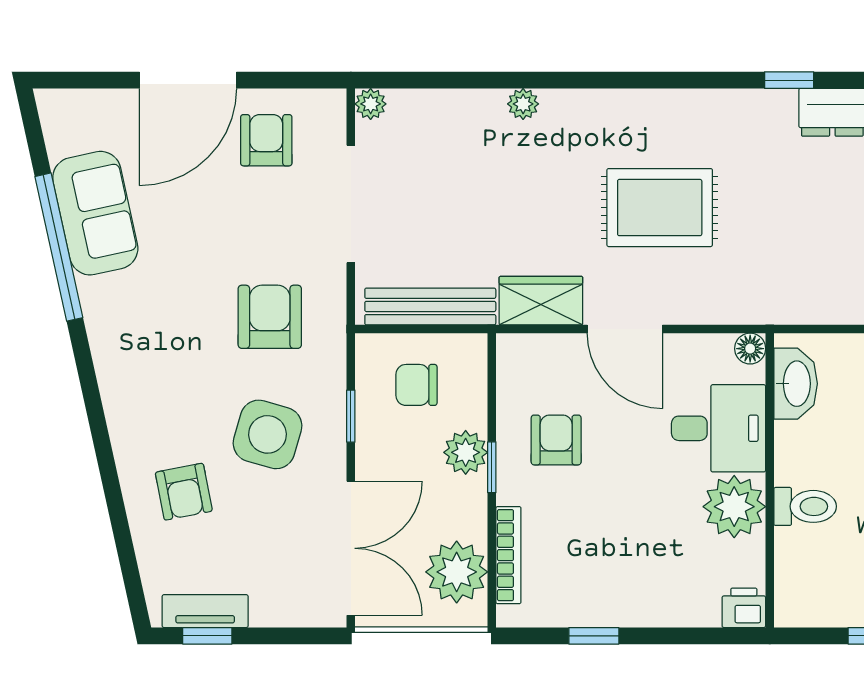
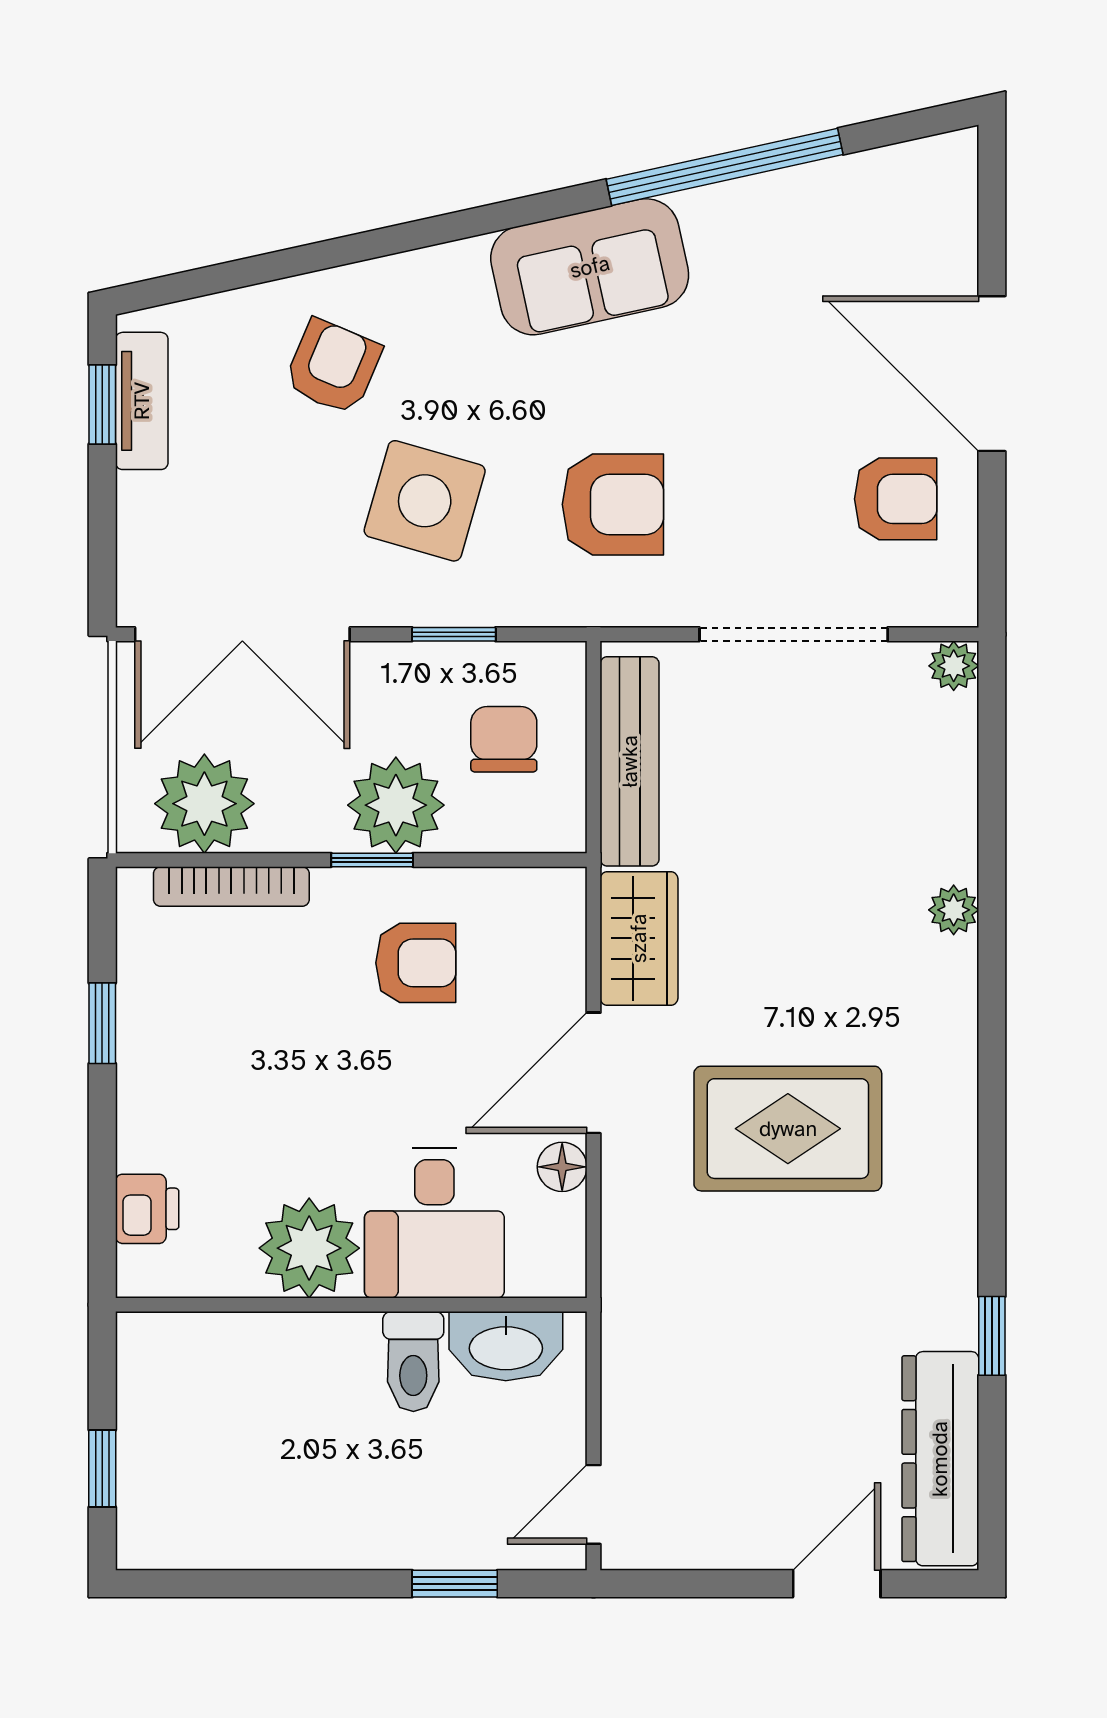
rug: (660, 208) -> (788, 1129), turned 90
sofa: (95, 213) -> (590, 267), moved
floor lamp: (750, 349) -> (562, 1167), moved
plant: (466, 452) -> (396, 805), width x1.36, depth x1.36
armchair: (184, 492) -> (333, 367), turned 124
toilet: (805, 506) -> (413, 1362), moved
printer: (744, 608) -> (147, 1209), moved

